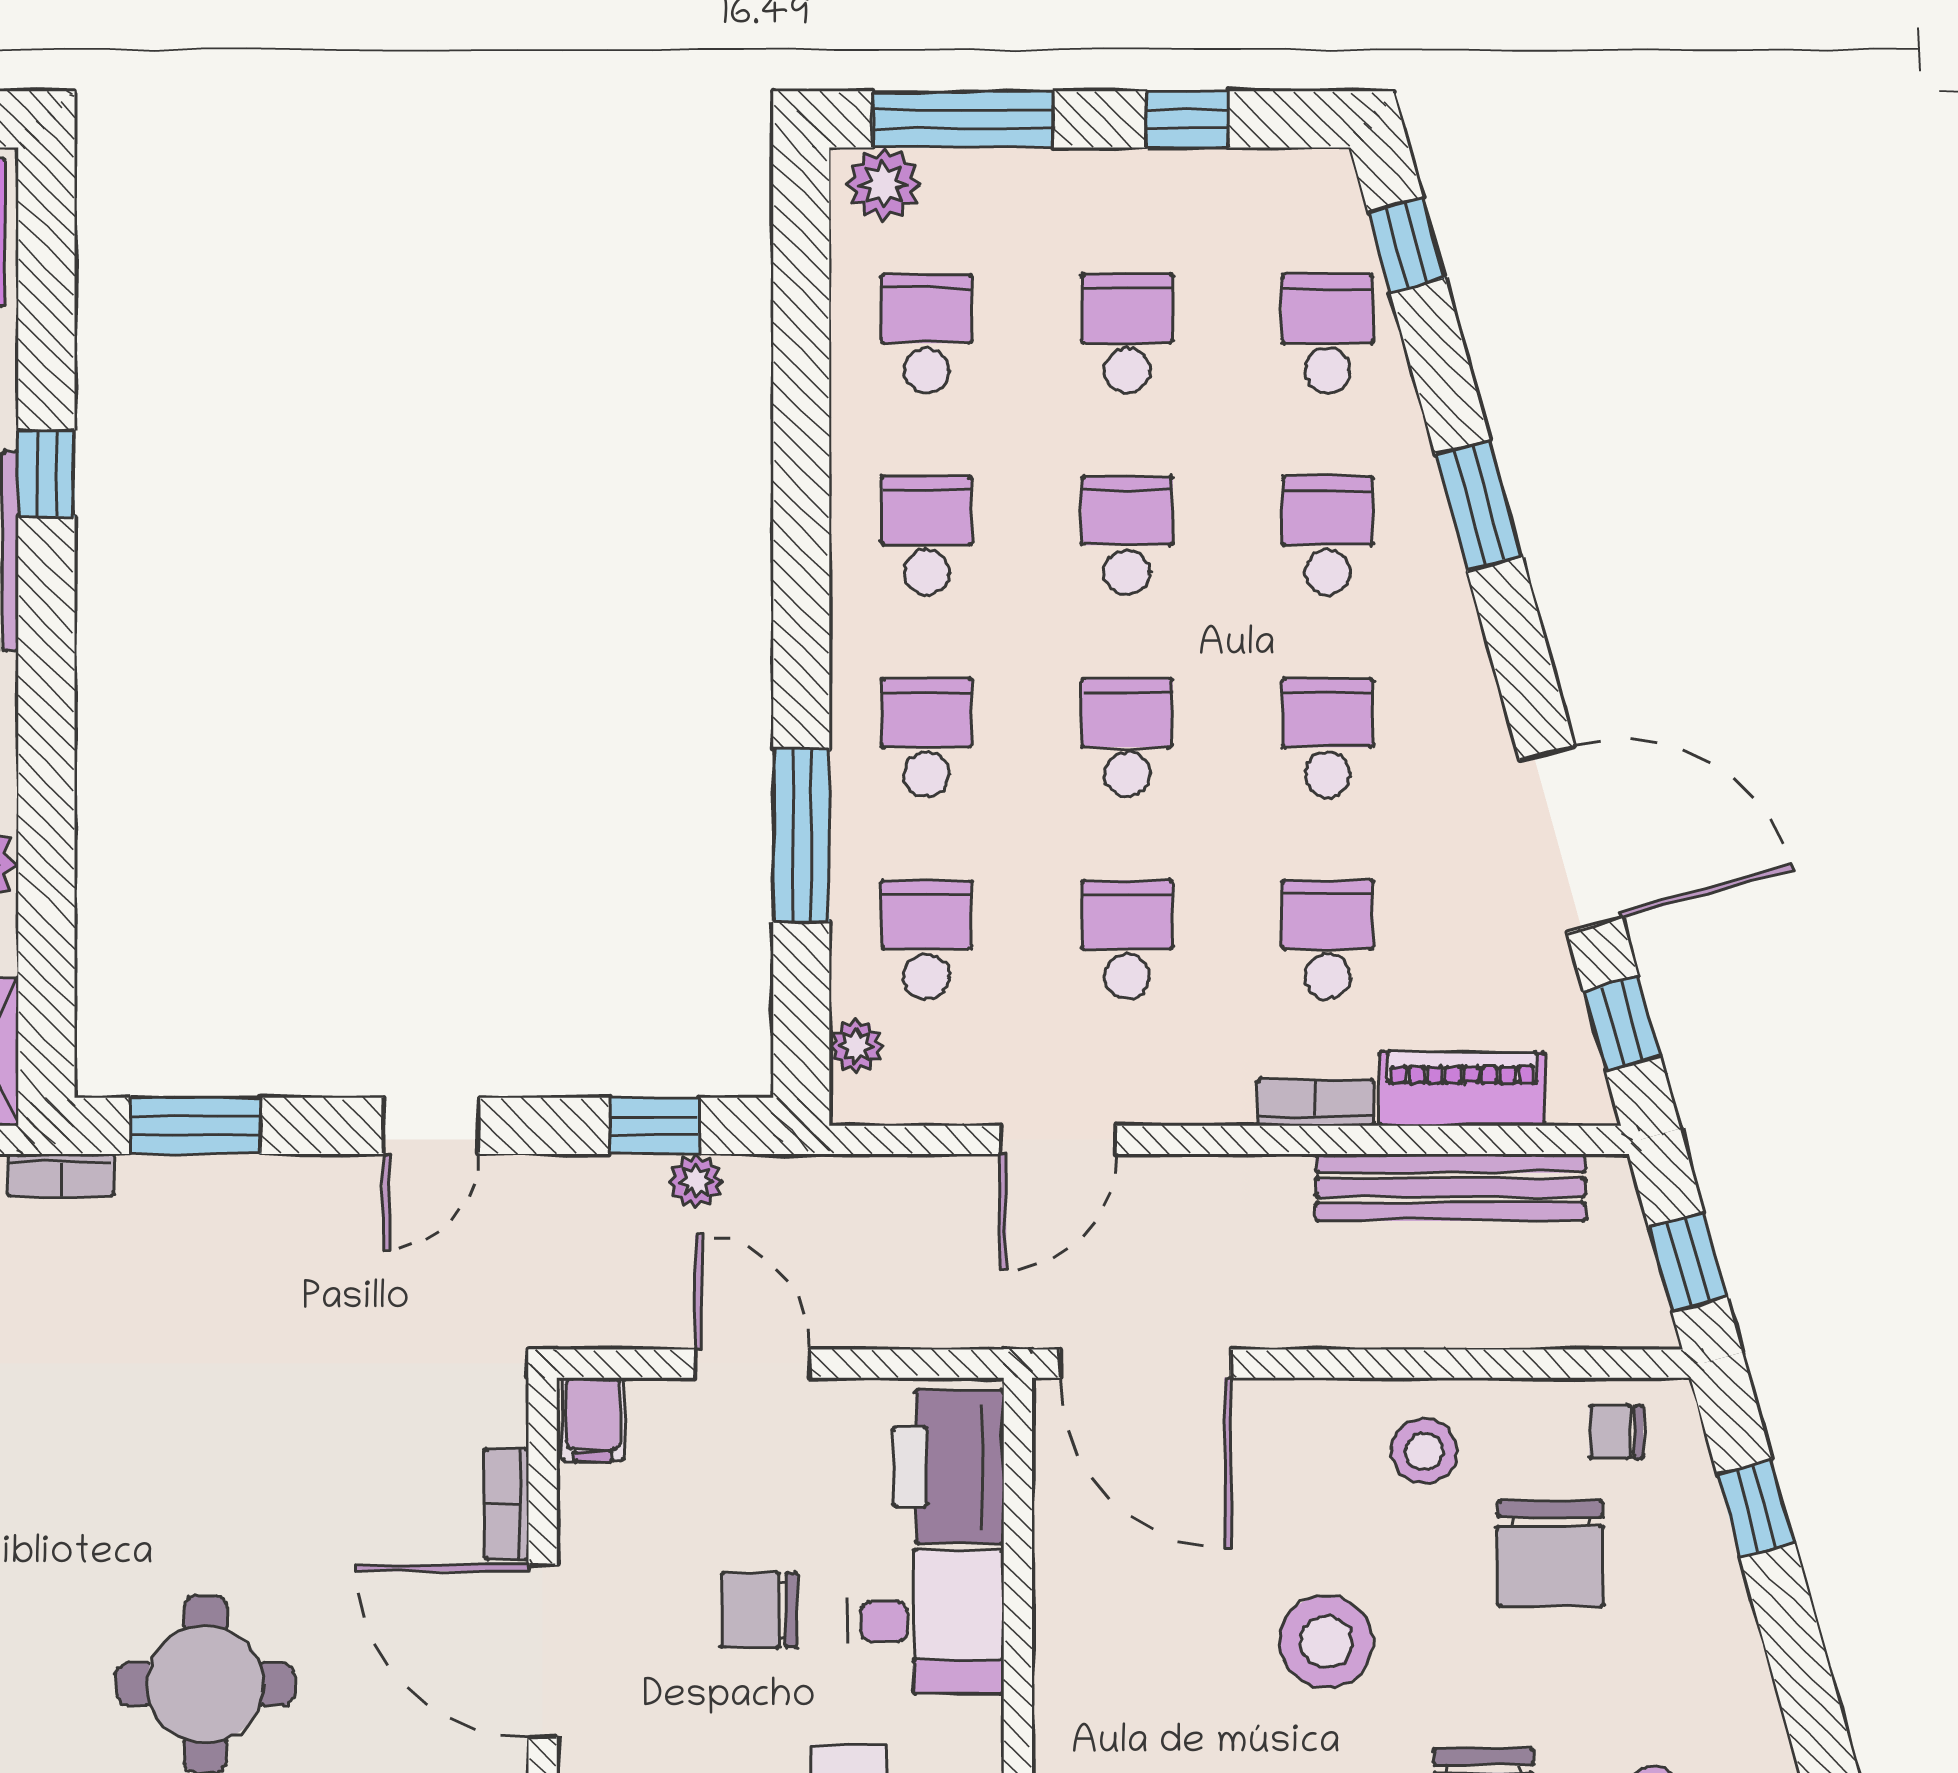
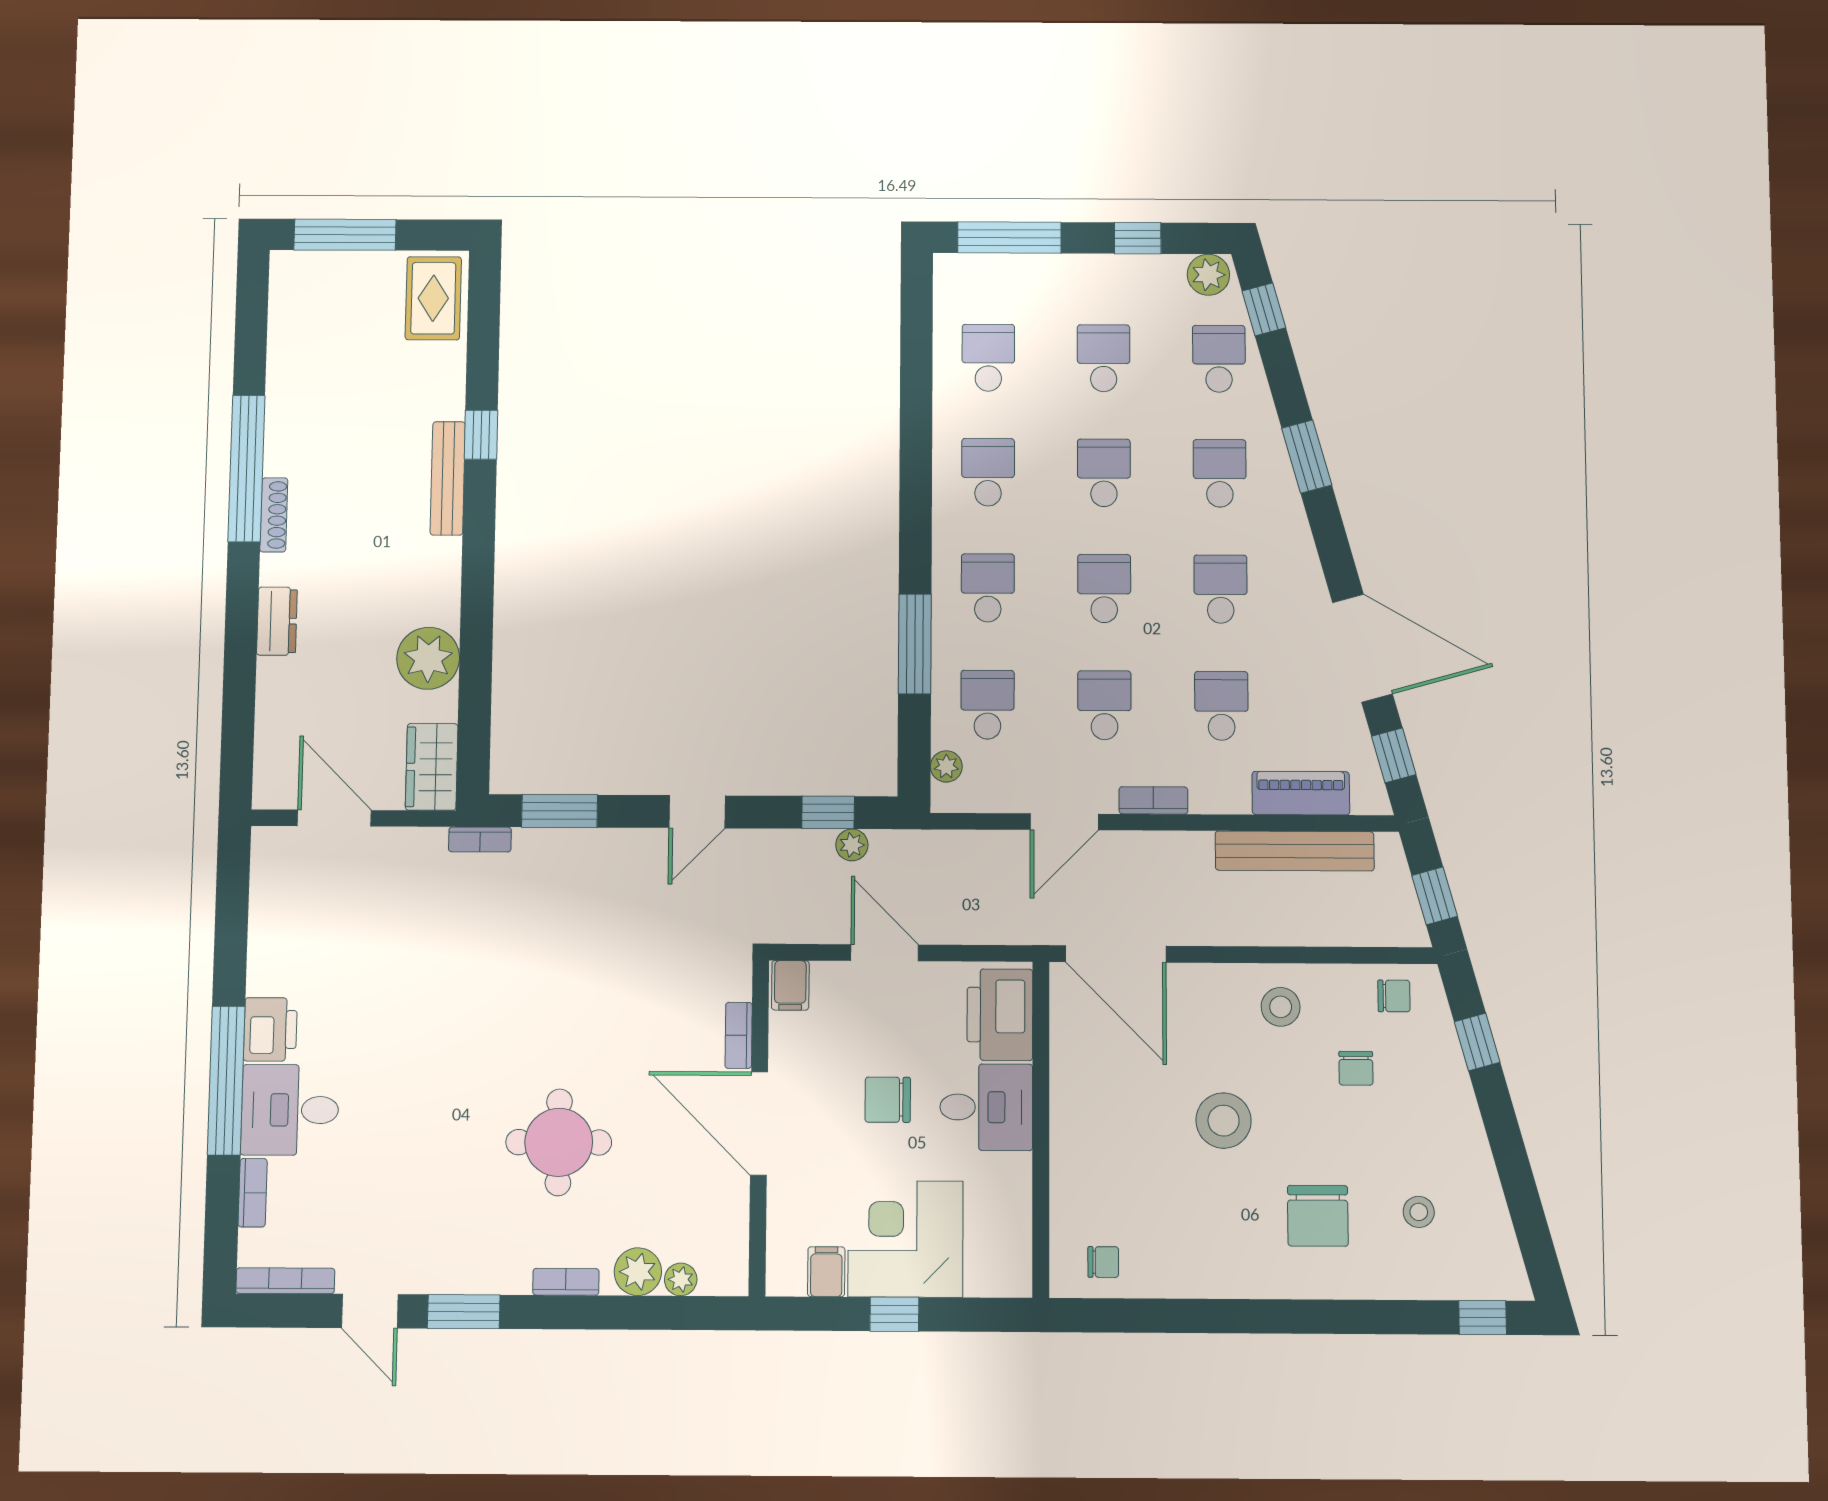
plant: (884, 184) -> (1208, 275), moved
bookcase: (1315, 1103) -> (1153, 800), moved
chair: (1616, 1432) -> (1394, 996), turned 180
chair: (1550, 1553) -> (1356, 1068), width x0.54, depth x0.54

